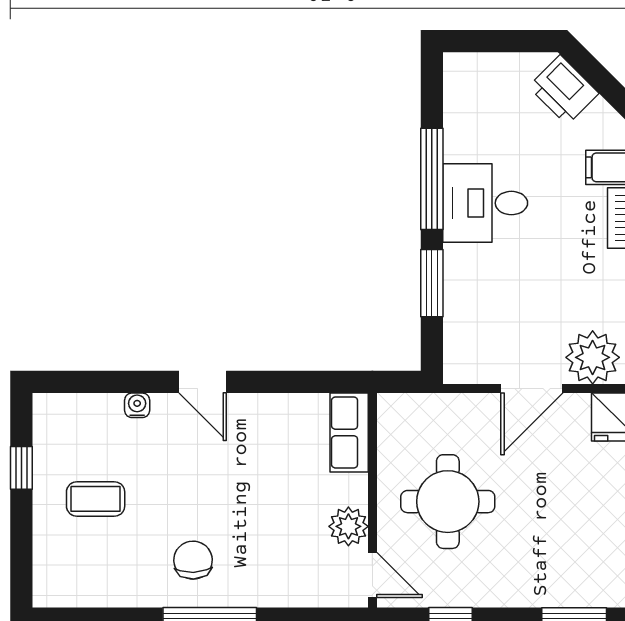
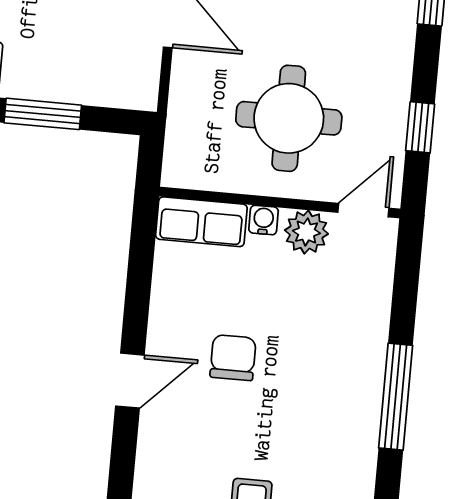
water cooler: (137, 405) -> (264, 220), moved, turned 90
chair: (193, 560) -> (233, 358), moved, turned 92

